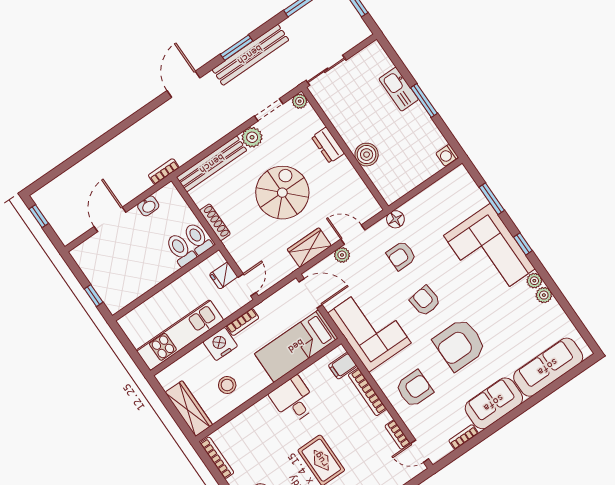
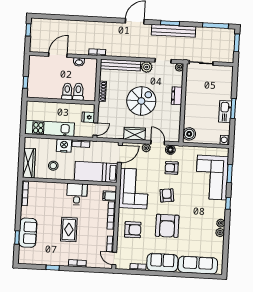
kitchen sink: (399, 89) -> (225, 112), moved
boiler: (367, 155) -> (189, 134), moved
floor lamp: (395, 219) -> (170, 150), moved
toilet: (198, 239) -> (67, 91), moved
corner sofa: (489, 252) -> (212, 177), moved
door: (311, 293) -> (120, 154), hinge flipped
armchair: (460, 345) -> (167, 226), turned -90

